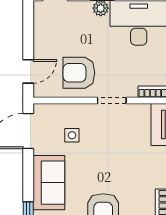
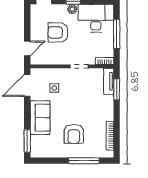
armchair: (79, 73) -> (58, 32), moved

